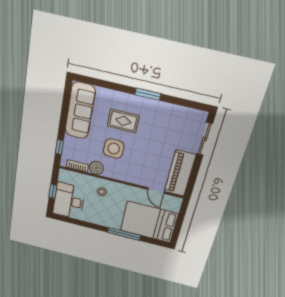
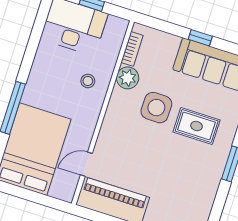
rug: (123, 121) -> (197, 126), turned 90
window: (59, 147) -> (200, 38), moved

